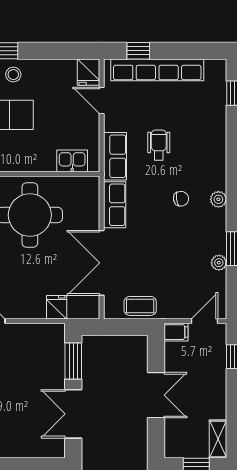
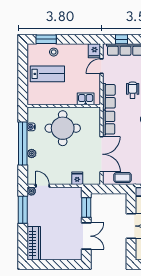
door: (102, 101) -> (102, 66), hinge flipped
double door: (102, 263) -> (102, 154), swing flipped
double door: (73, 414) -> (86, 236), swing flipped

